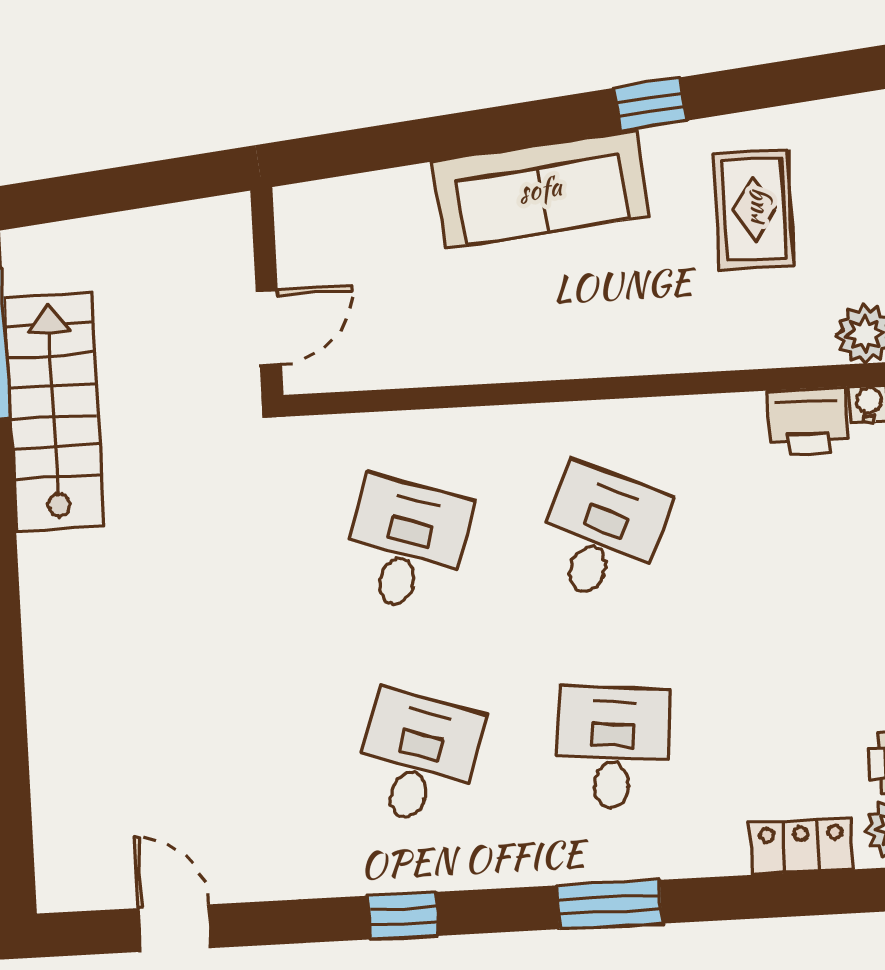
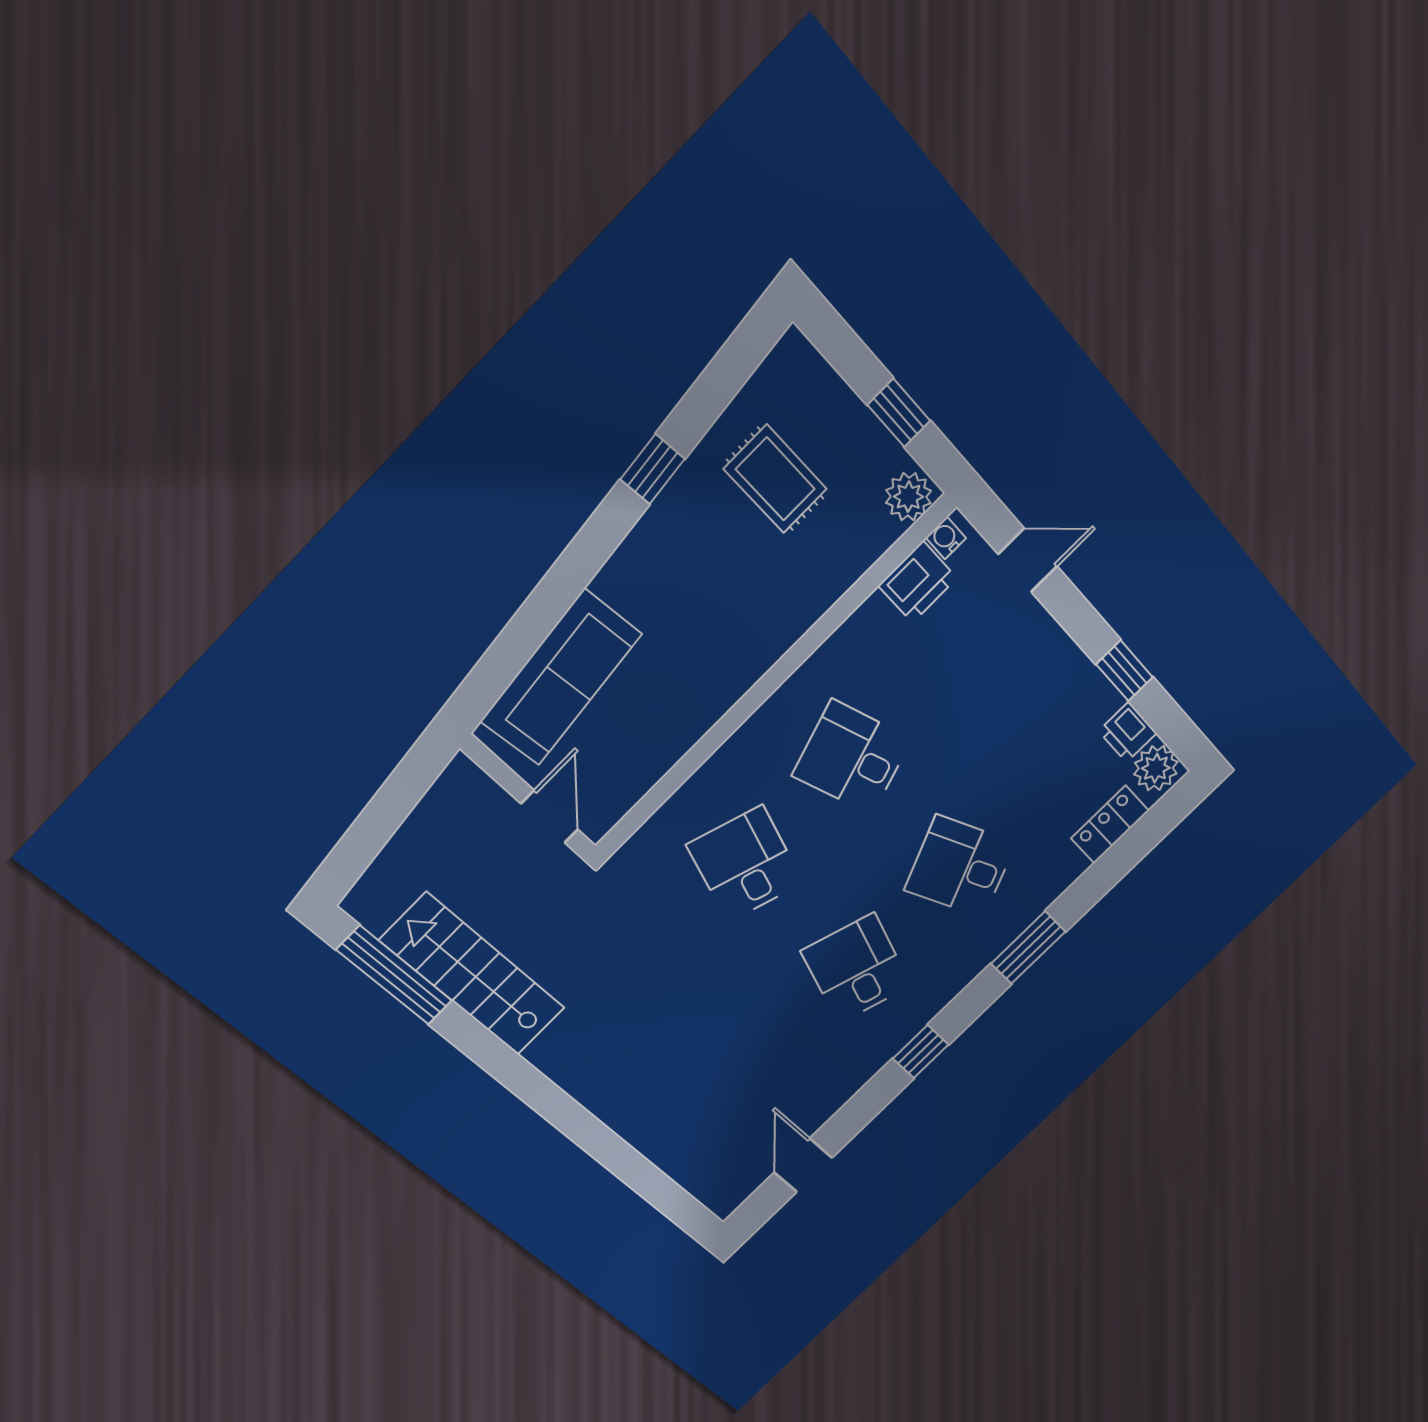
sofa: (540, 189) -> (561, 678), moved
desk: (601, 534) -> (852, 757), turned -42
desk: (613, 748) -> (960, 867), turned -30
door: (174, 928) -> (803, 1165), hinge flipped

